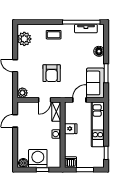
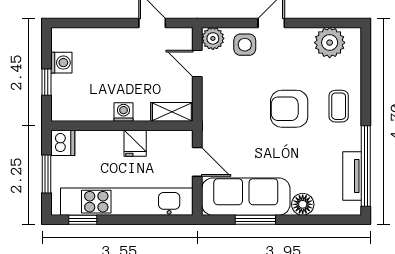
armchair: (52, 73) -> (289, 109), moved
side table: (25, 78) -> (245, 45), added
sofa: (95, 83) -> (246, 197), width x1.36
door: (45, 100) -> (197, 64), moved
kitchen unit: (98, 124) -> (127, 202), width x1.36
washing machine: (38, 158) -> (61, 63), width x0.53, depth x0.53
boiler: (23, 163) -> (61, 40), removed

